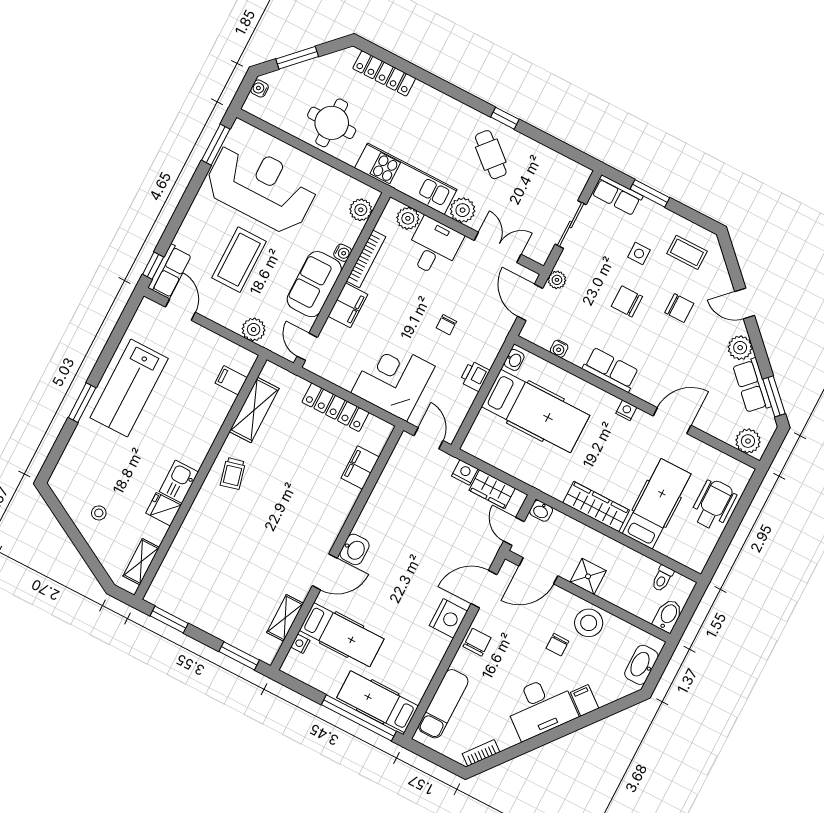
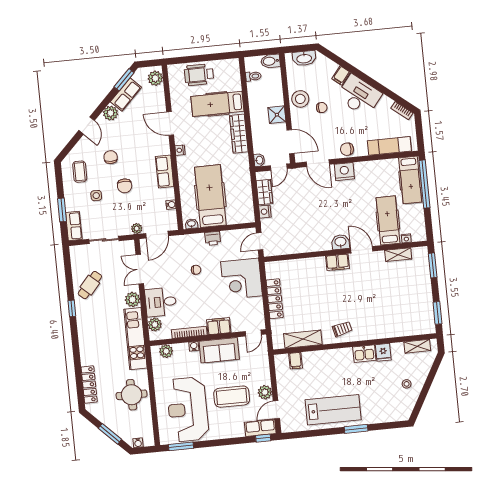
cafe table: (491, 155) -> (90, 285), moved
plant: (254, 329) -> (265, 392), moved
filing cabinet: (360, 467) -> (337, 262), moved

